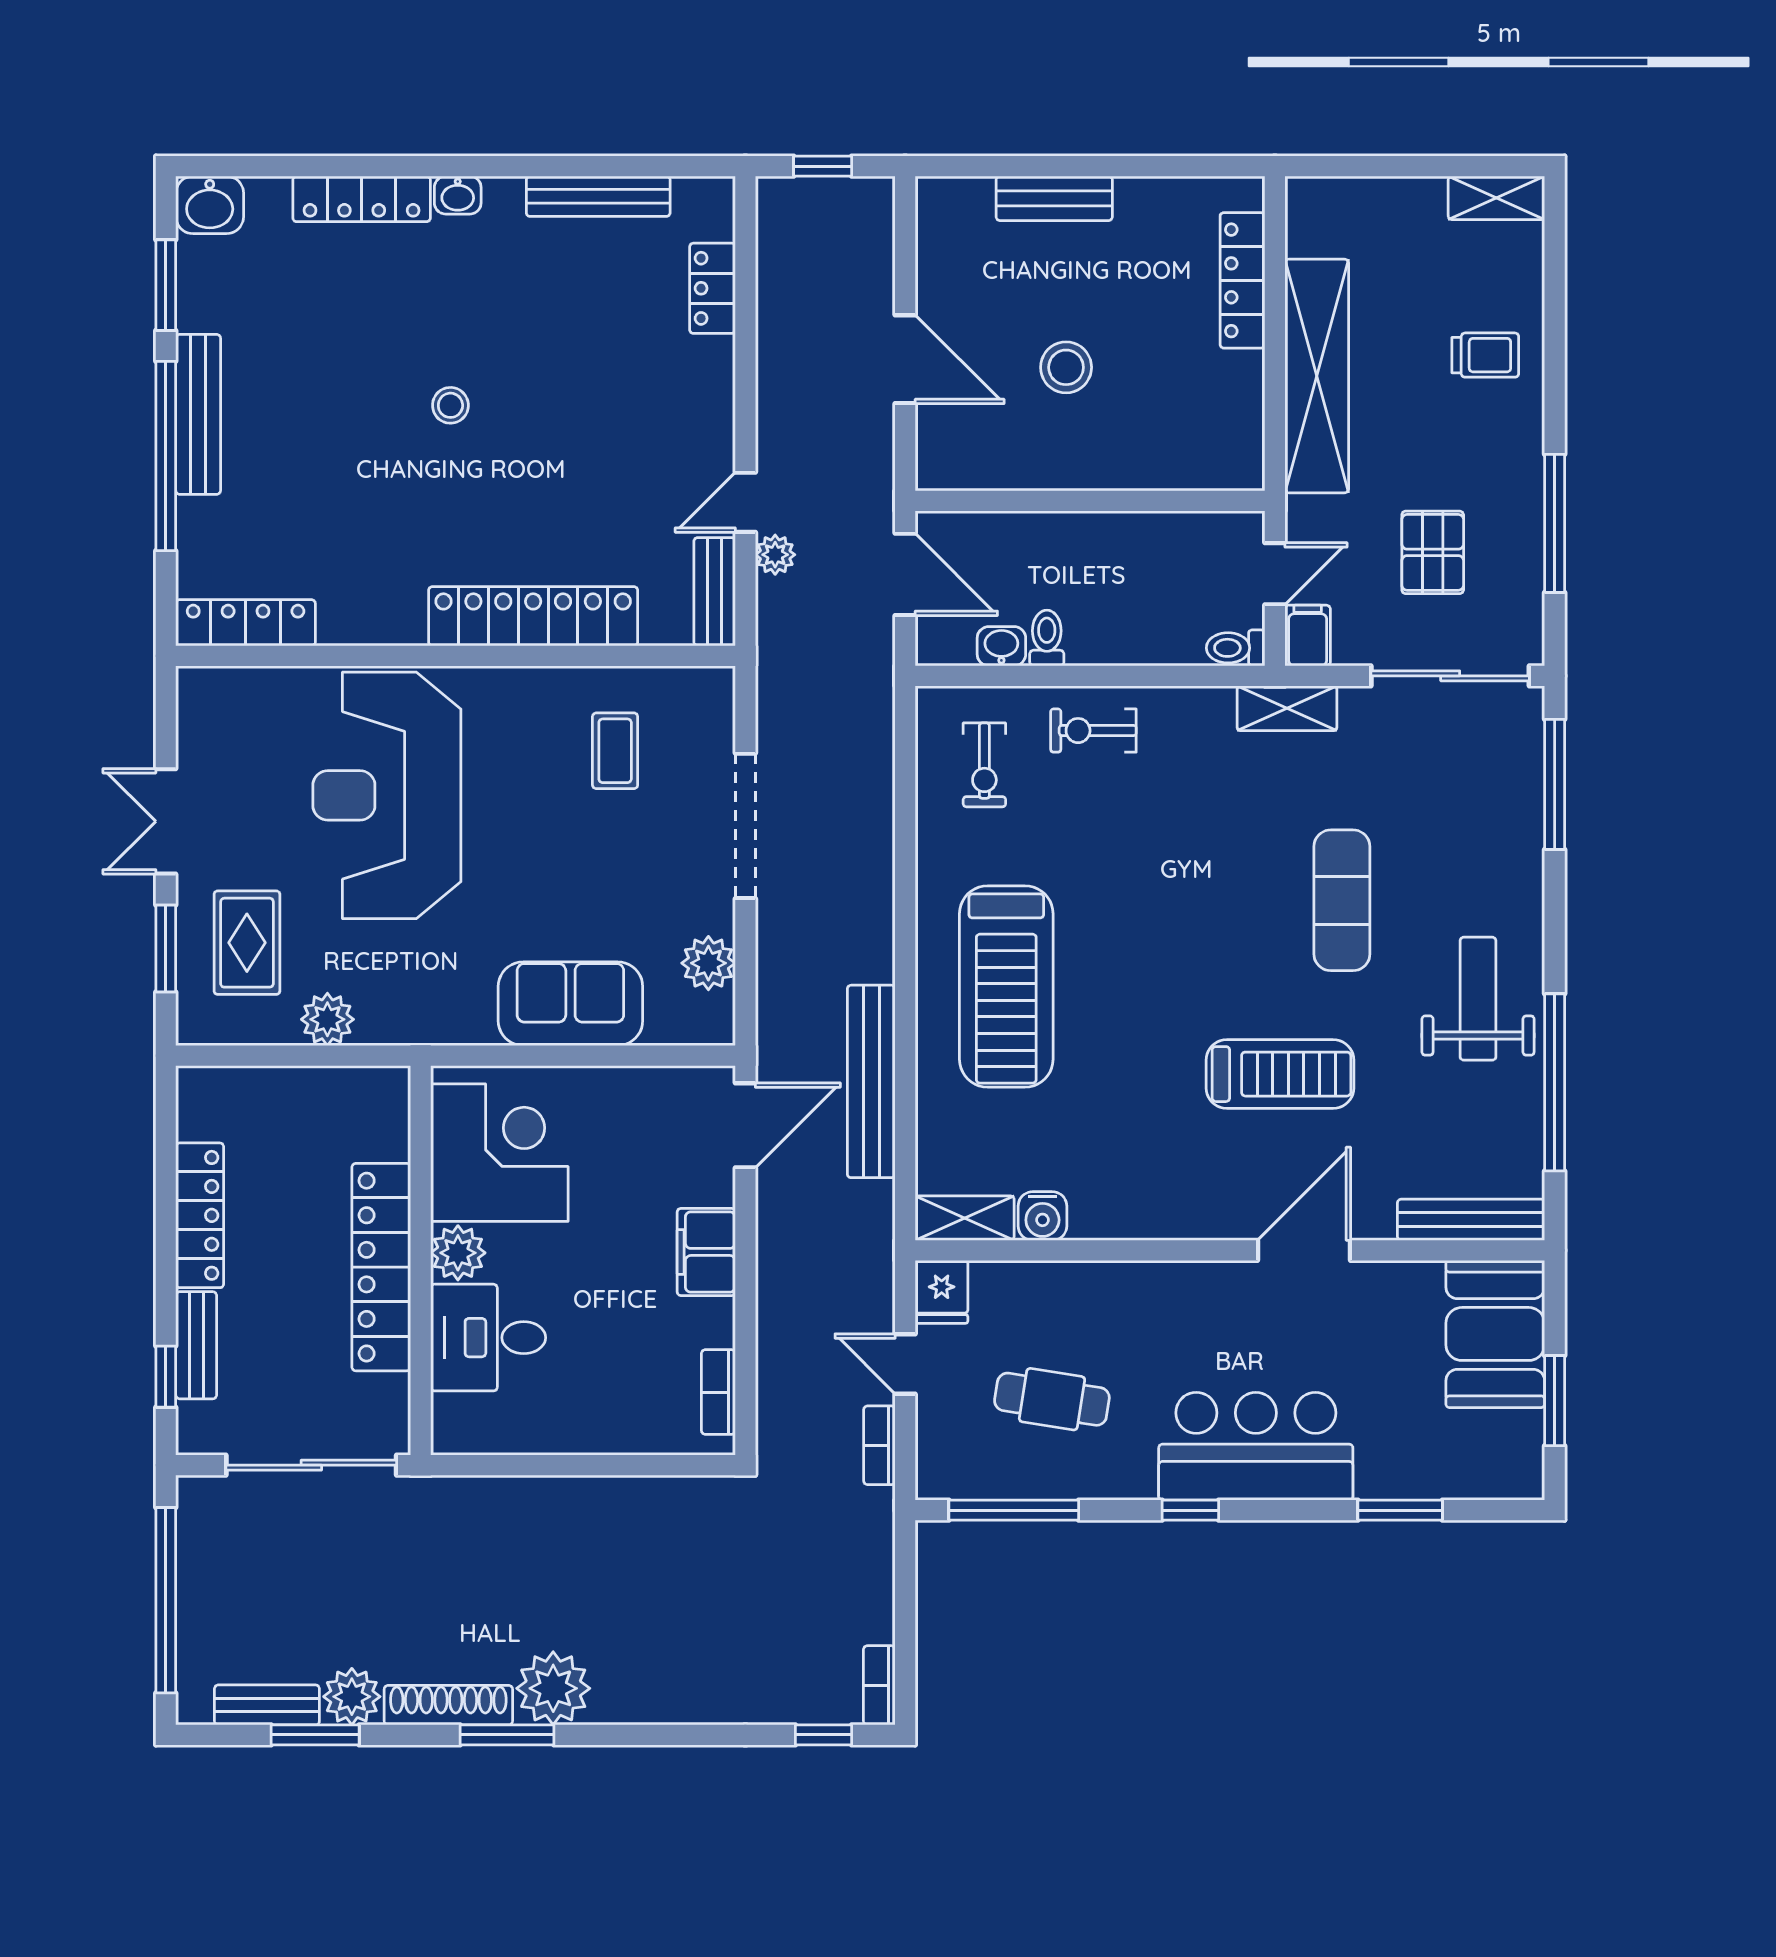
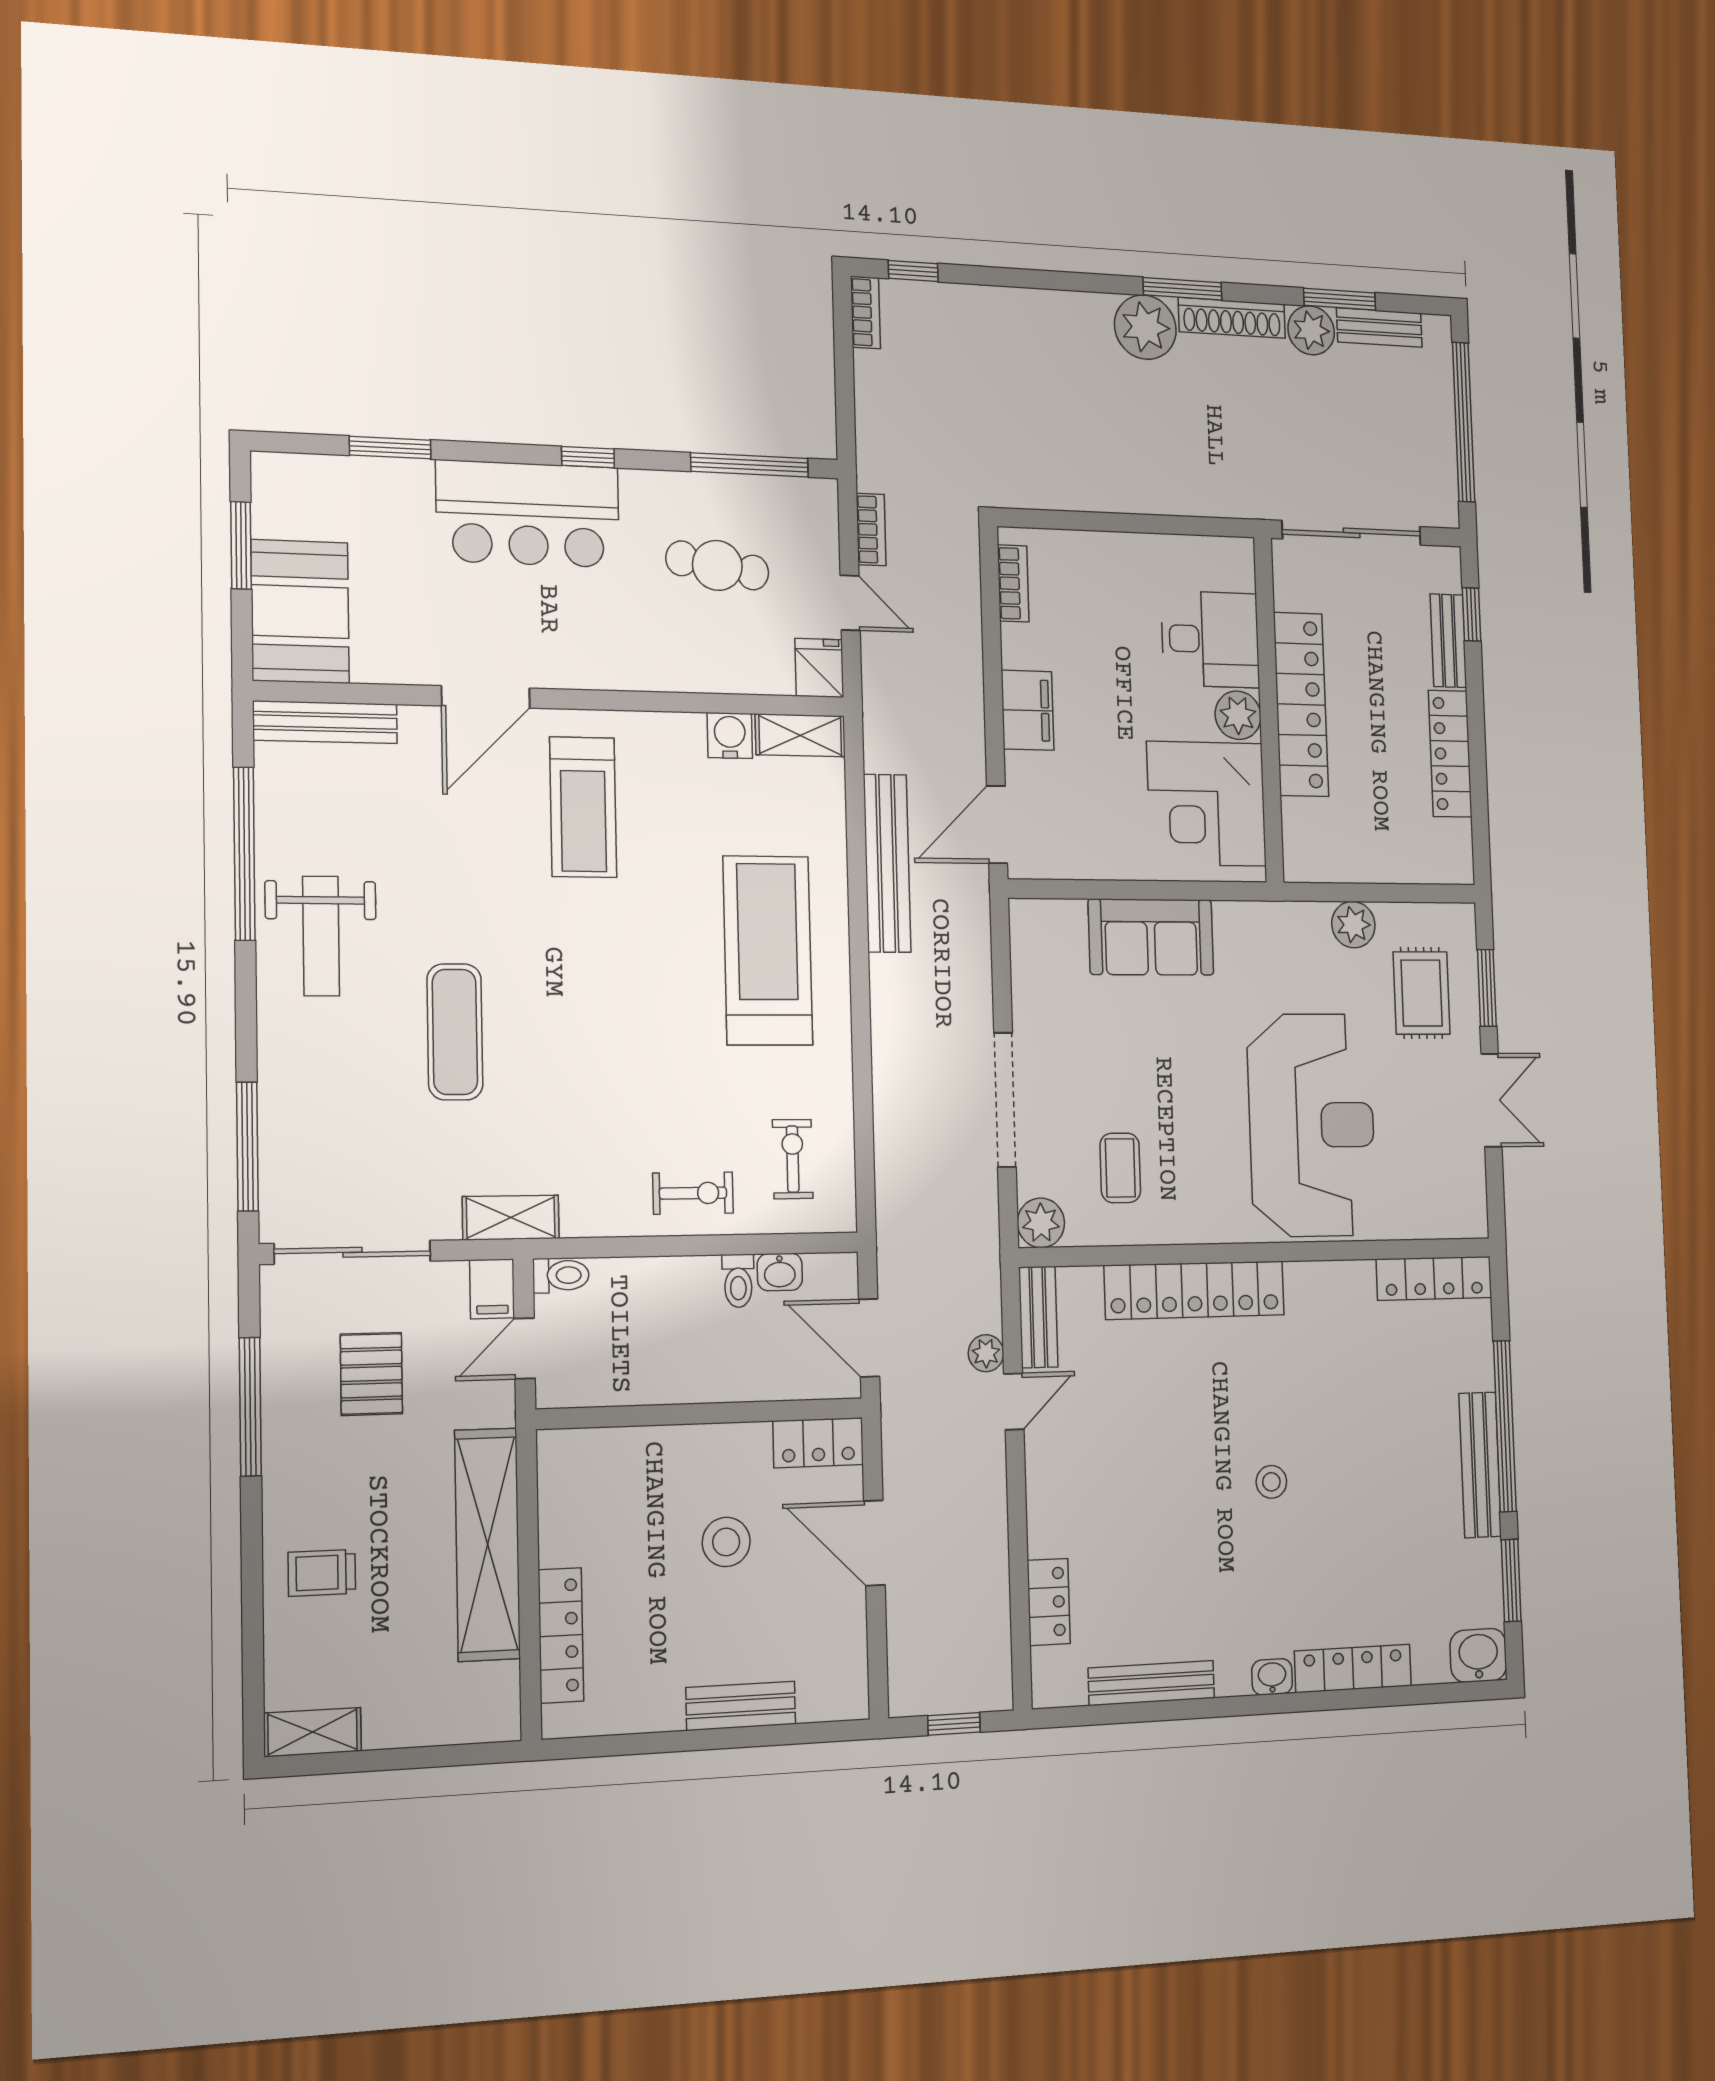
locker: (964, 466) -> (818, 1443), added
plant: (708, 963) -> (1041, 1223), moved
treadmill: (1280, 1074) -> (583, 807), moved, turned -90

